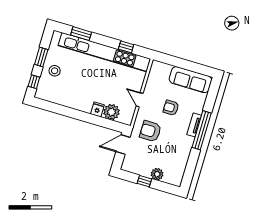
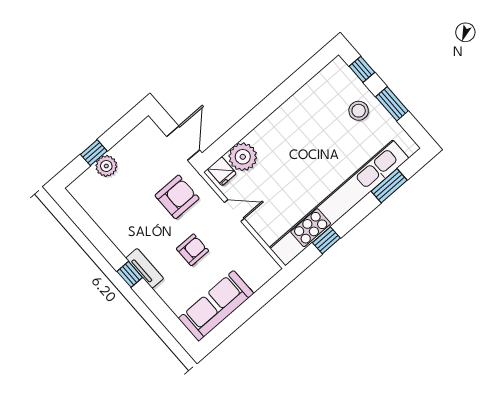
fridge: (97, 109) -> (222, 171), moved
window: (202, 130) -> (130, 274), width x0.32
window: (144, 181) -> (94, 153), moved

